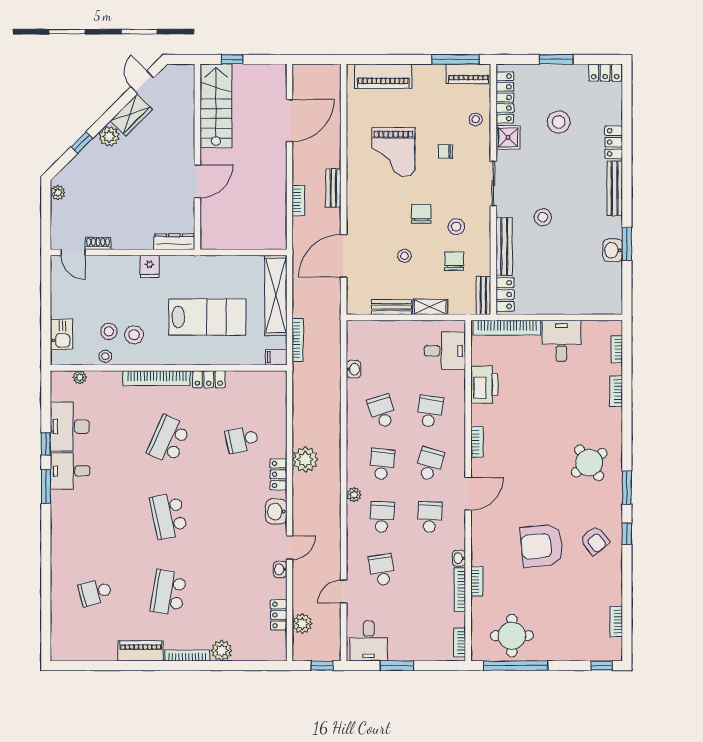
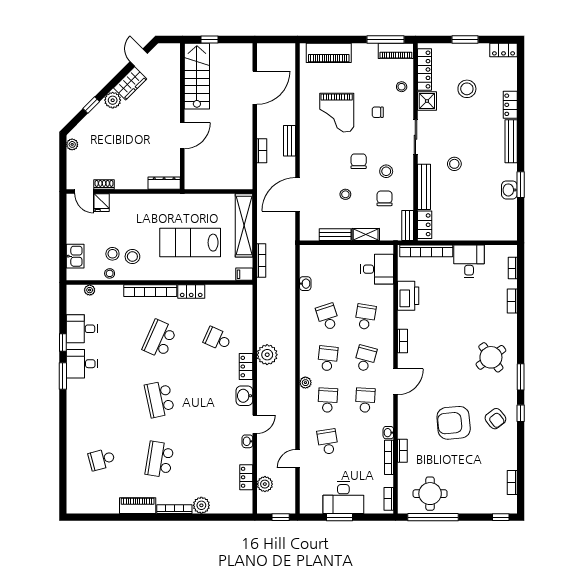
fridge: (150, 266) -> (102, 203), moved
lab bench: (207, 317) -> (190, 243), turned 180
desk: (70, 427) -> (82, 329), width x0.73
school desk: (242, 439) -> (217, 339), turned 36
desk: (369, 641) -> (343, 498), moved, width x1.37

